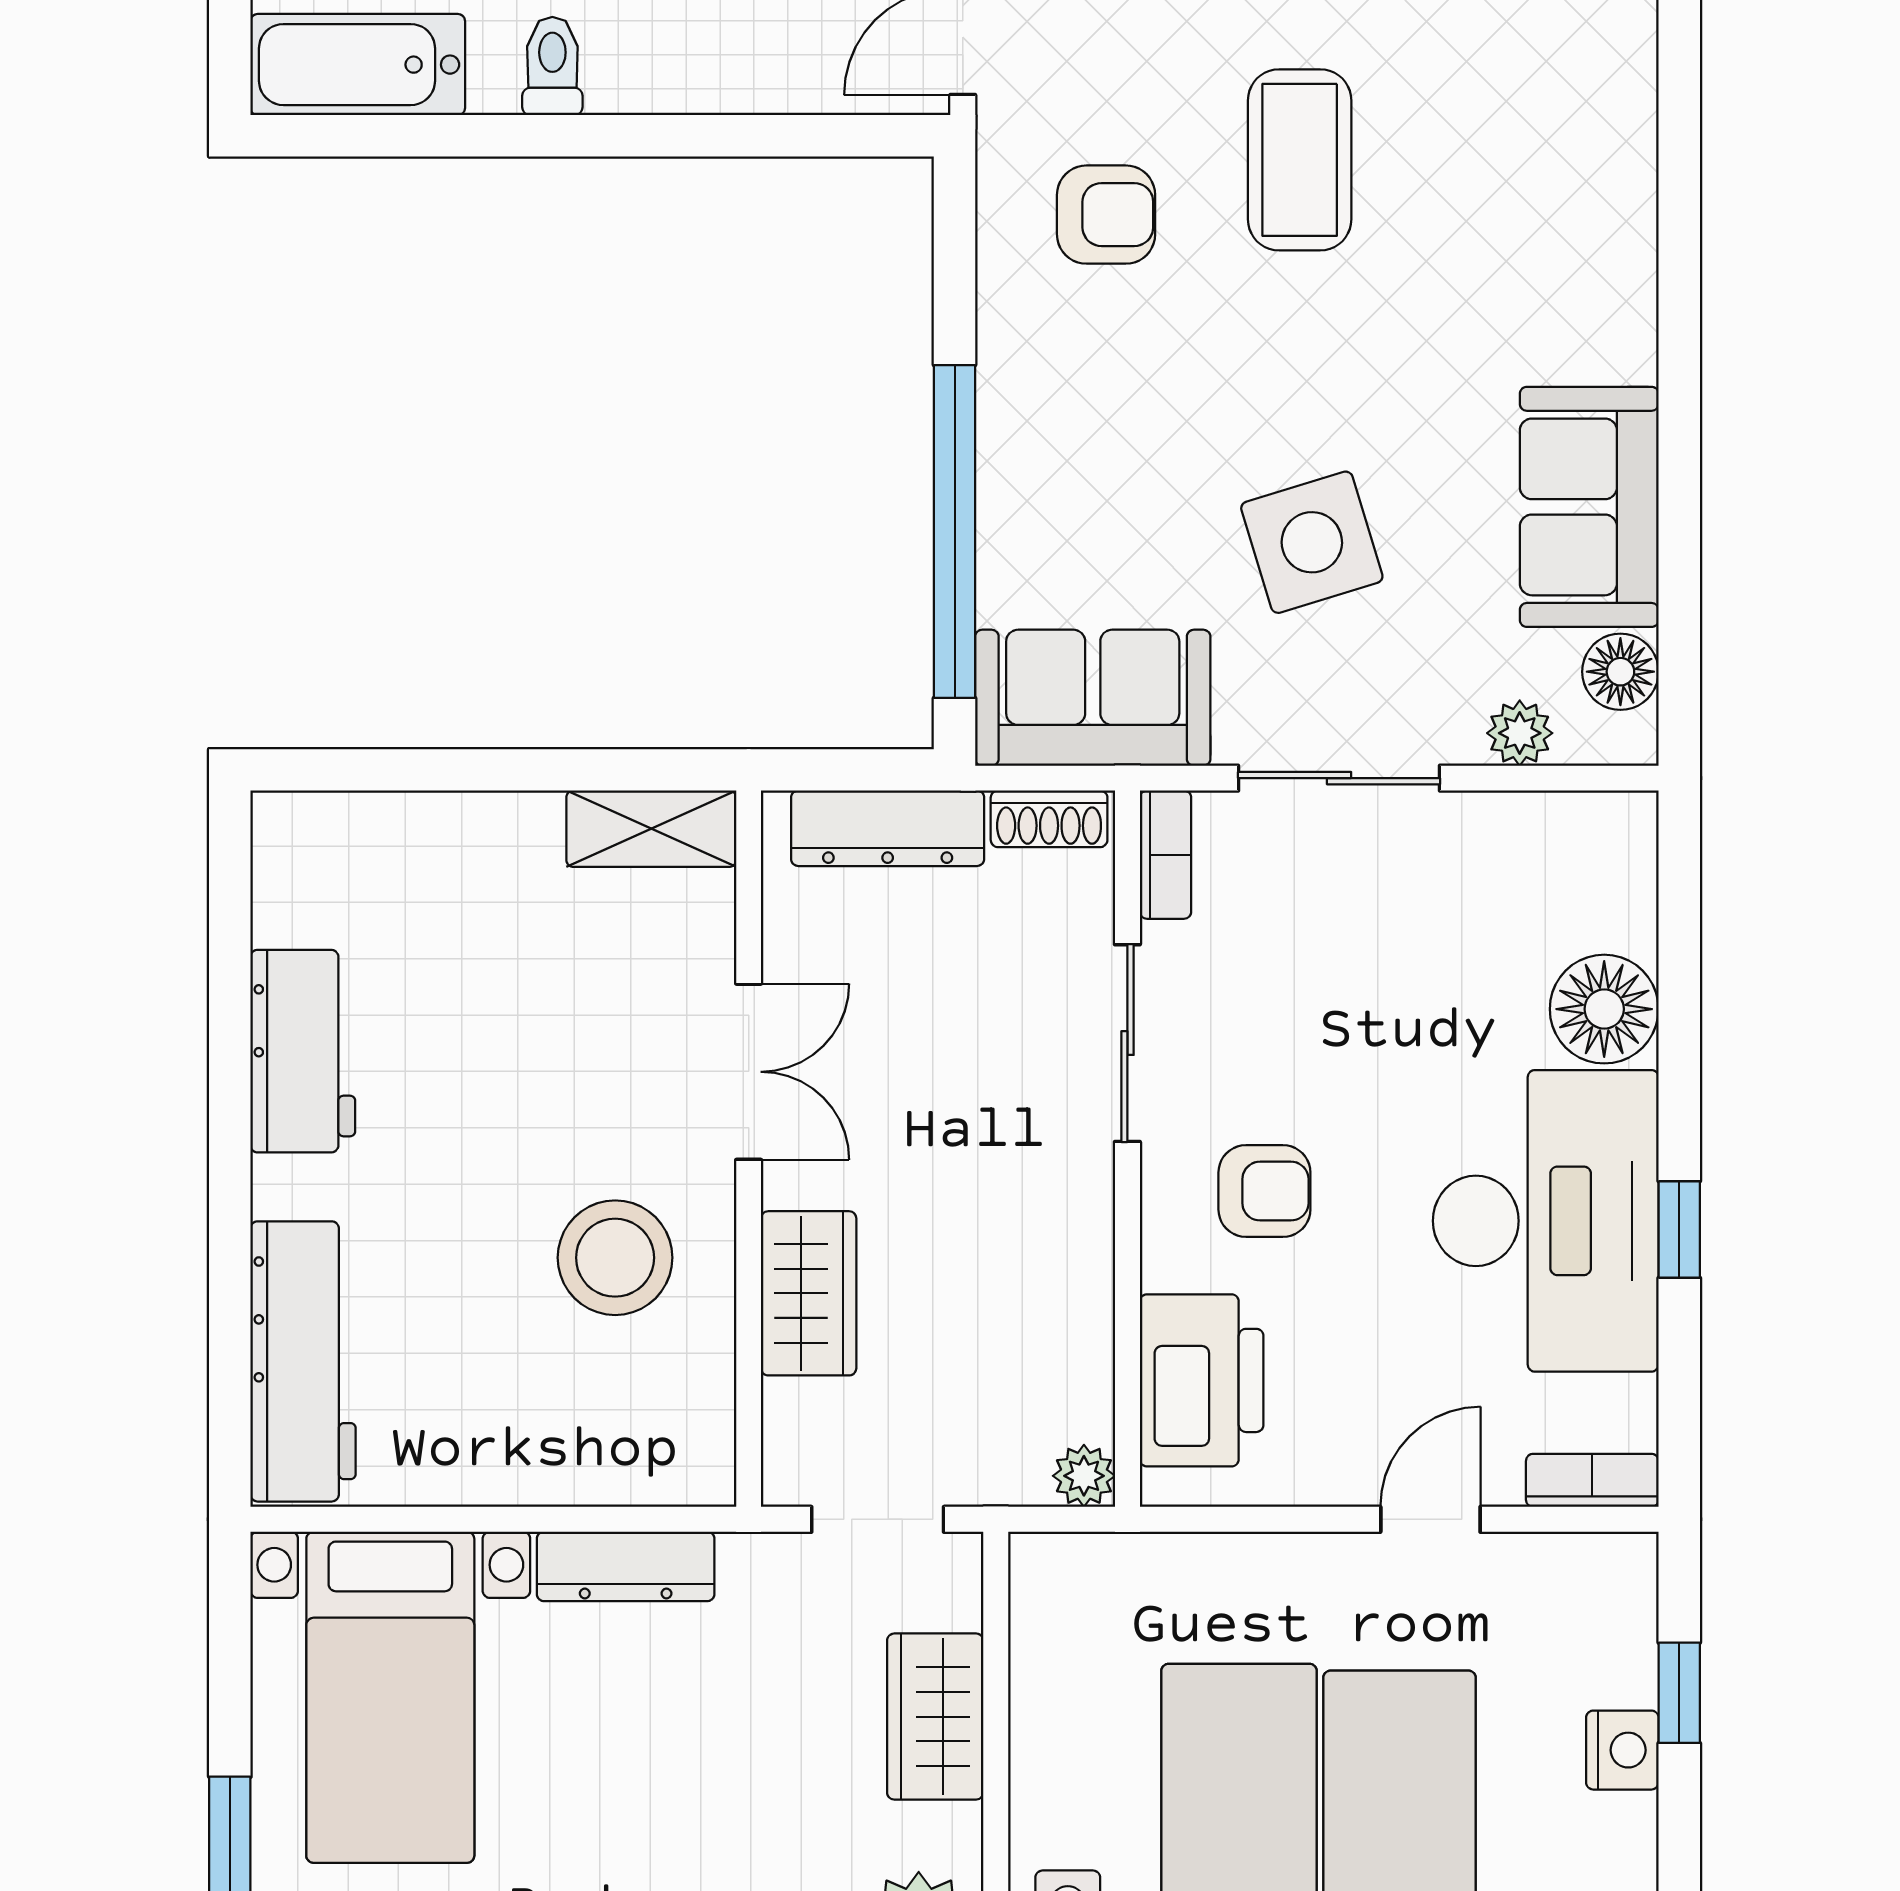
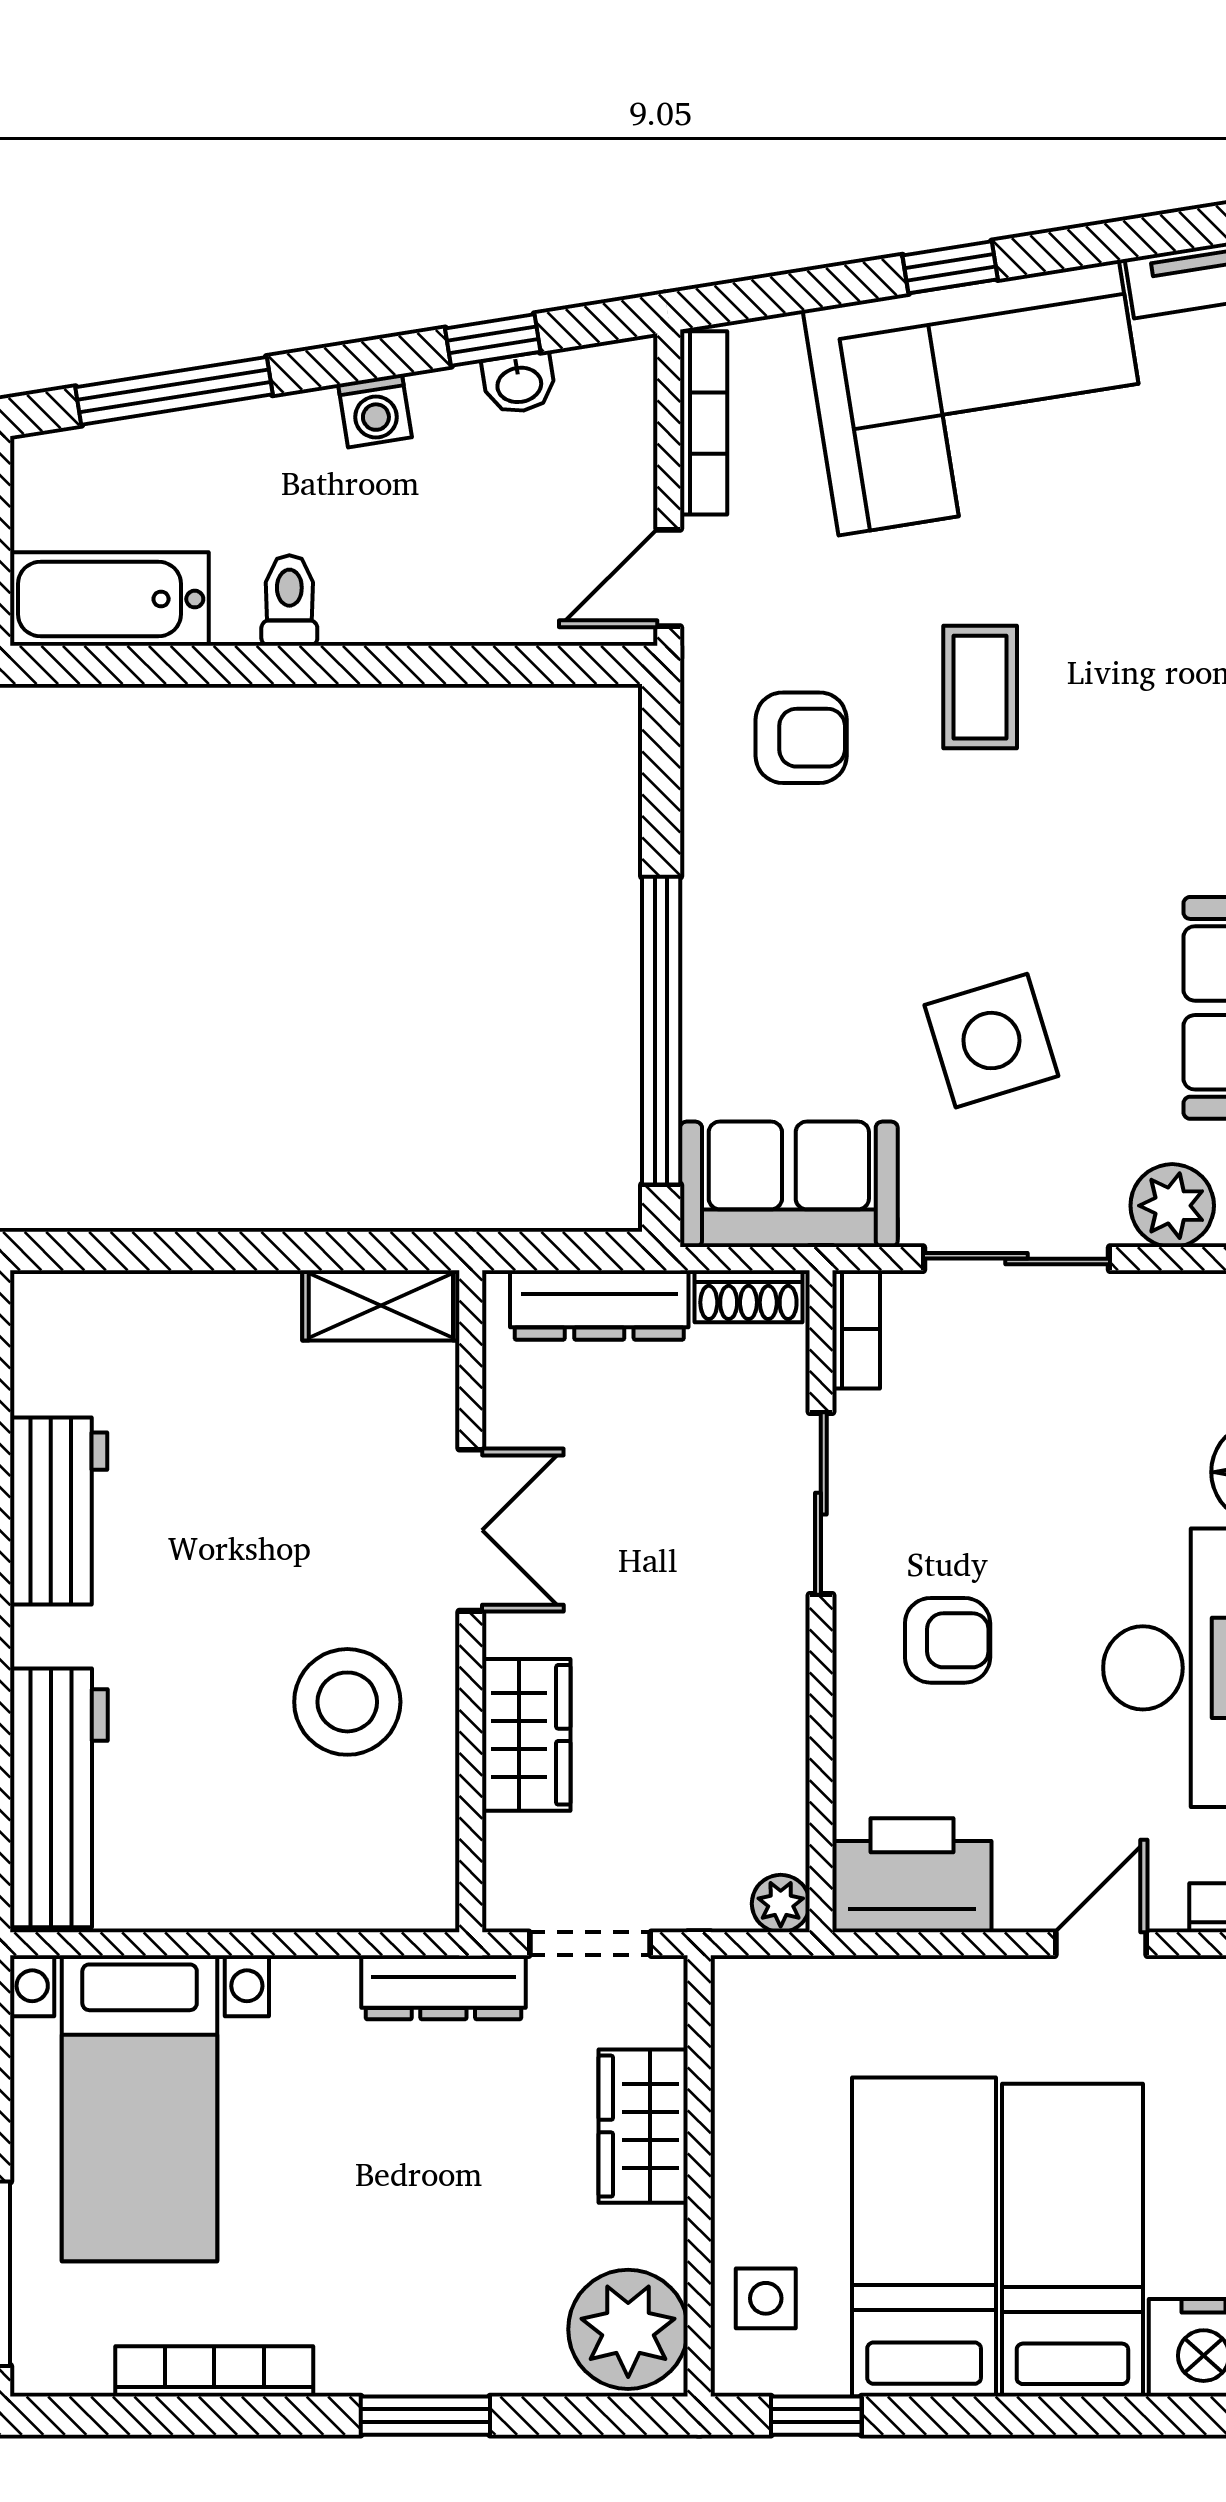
coffee table: (1300, 160) -> (980, 687), width x0.73, depth x0.77
plant: (1520, 733) -> (1172, 1206), width x1.38, depth x1.38
printer: (1202, 1380) -> (912, 1875), moved, turned -90
dresser: (626, 1566) -> (443, 1987), moved

